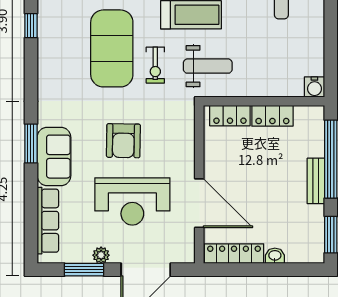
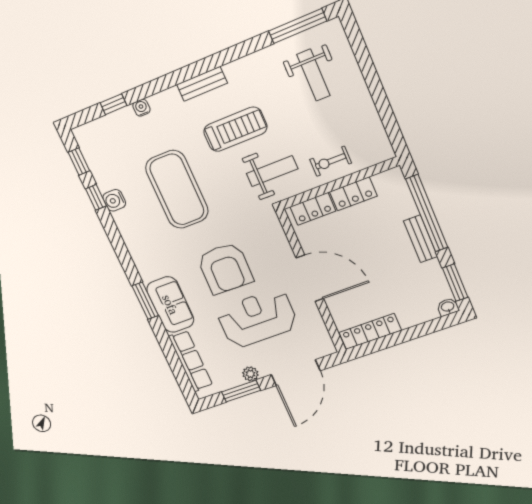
exercise bike: (155, 65) -> (331, 161), moved, turned 90
water cooler: (314, 87) -> (114, 200), moved, turned 90
armchair: (123, 141) -> (225, 268), width x1.36, depth x1.36
reception desk: (132, 201) -> (257, 318), turned 180
door: (199, 203) -> (310, 278), moved
washbasin: (275, 256) -> (448, 307), moved

